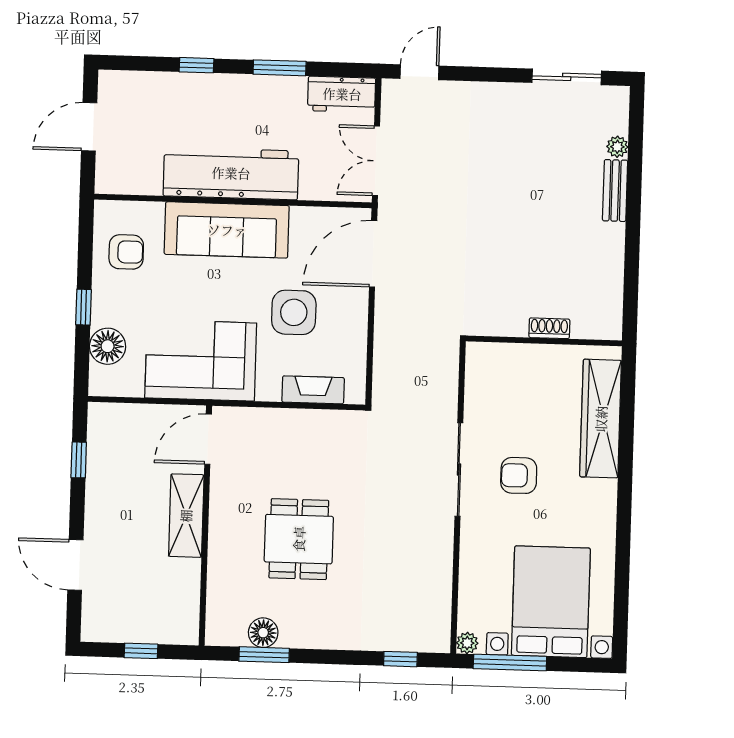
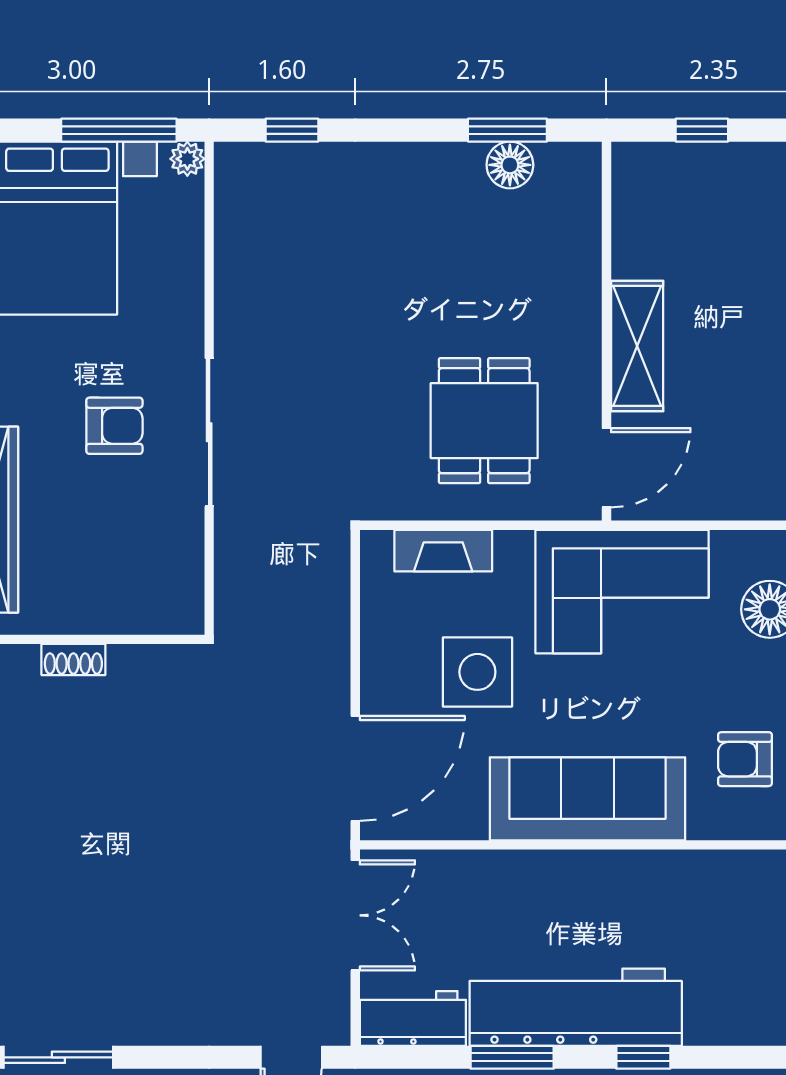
workbench: (231, 173) -> (576, 1007), moved, turned 180
dining table: (299, 539) -> (484, 421), moved

